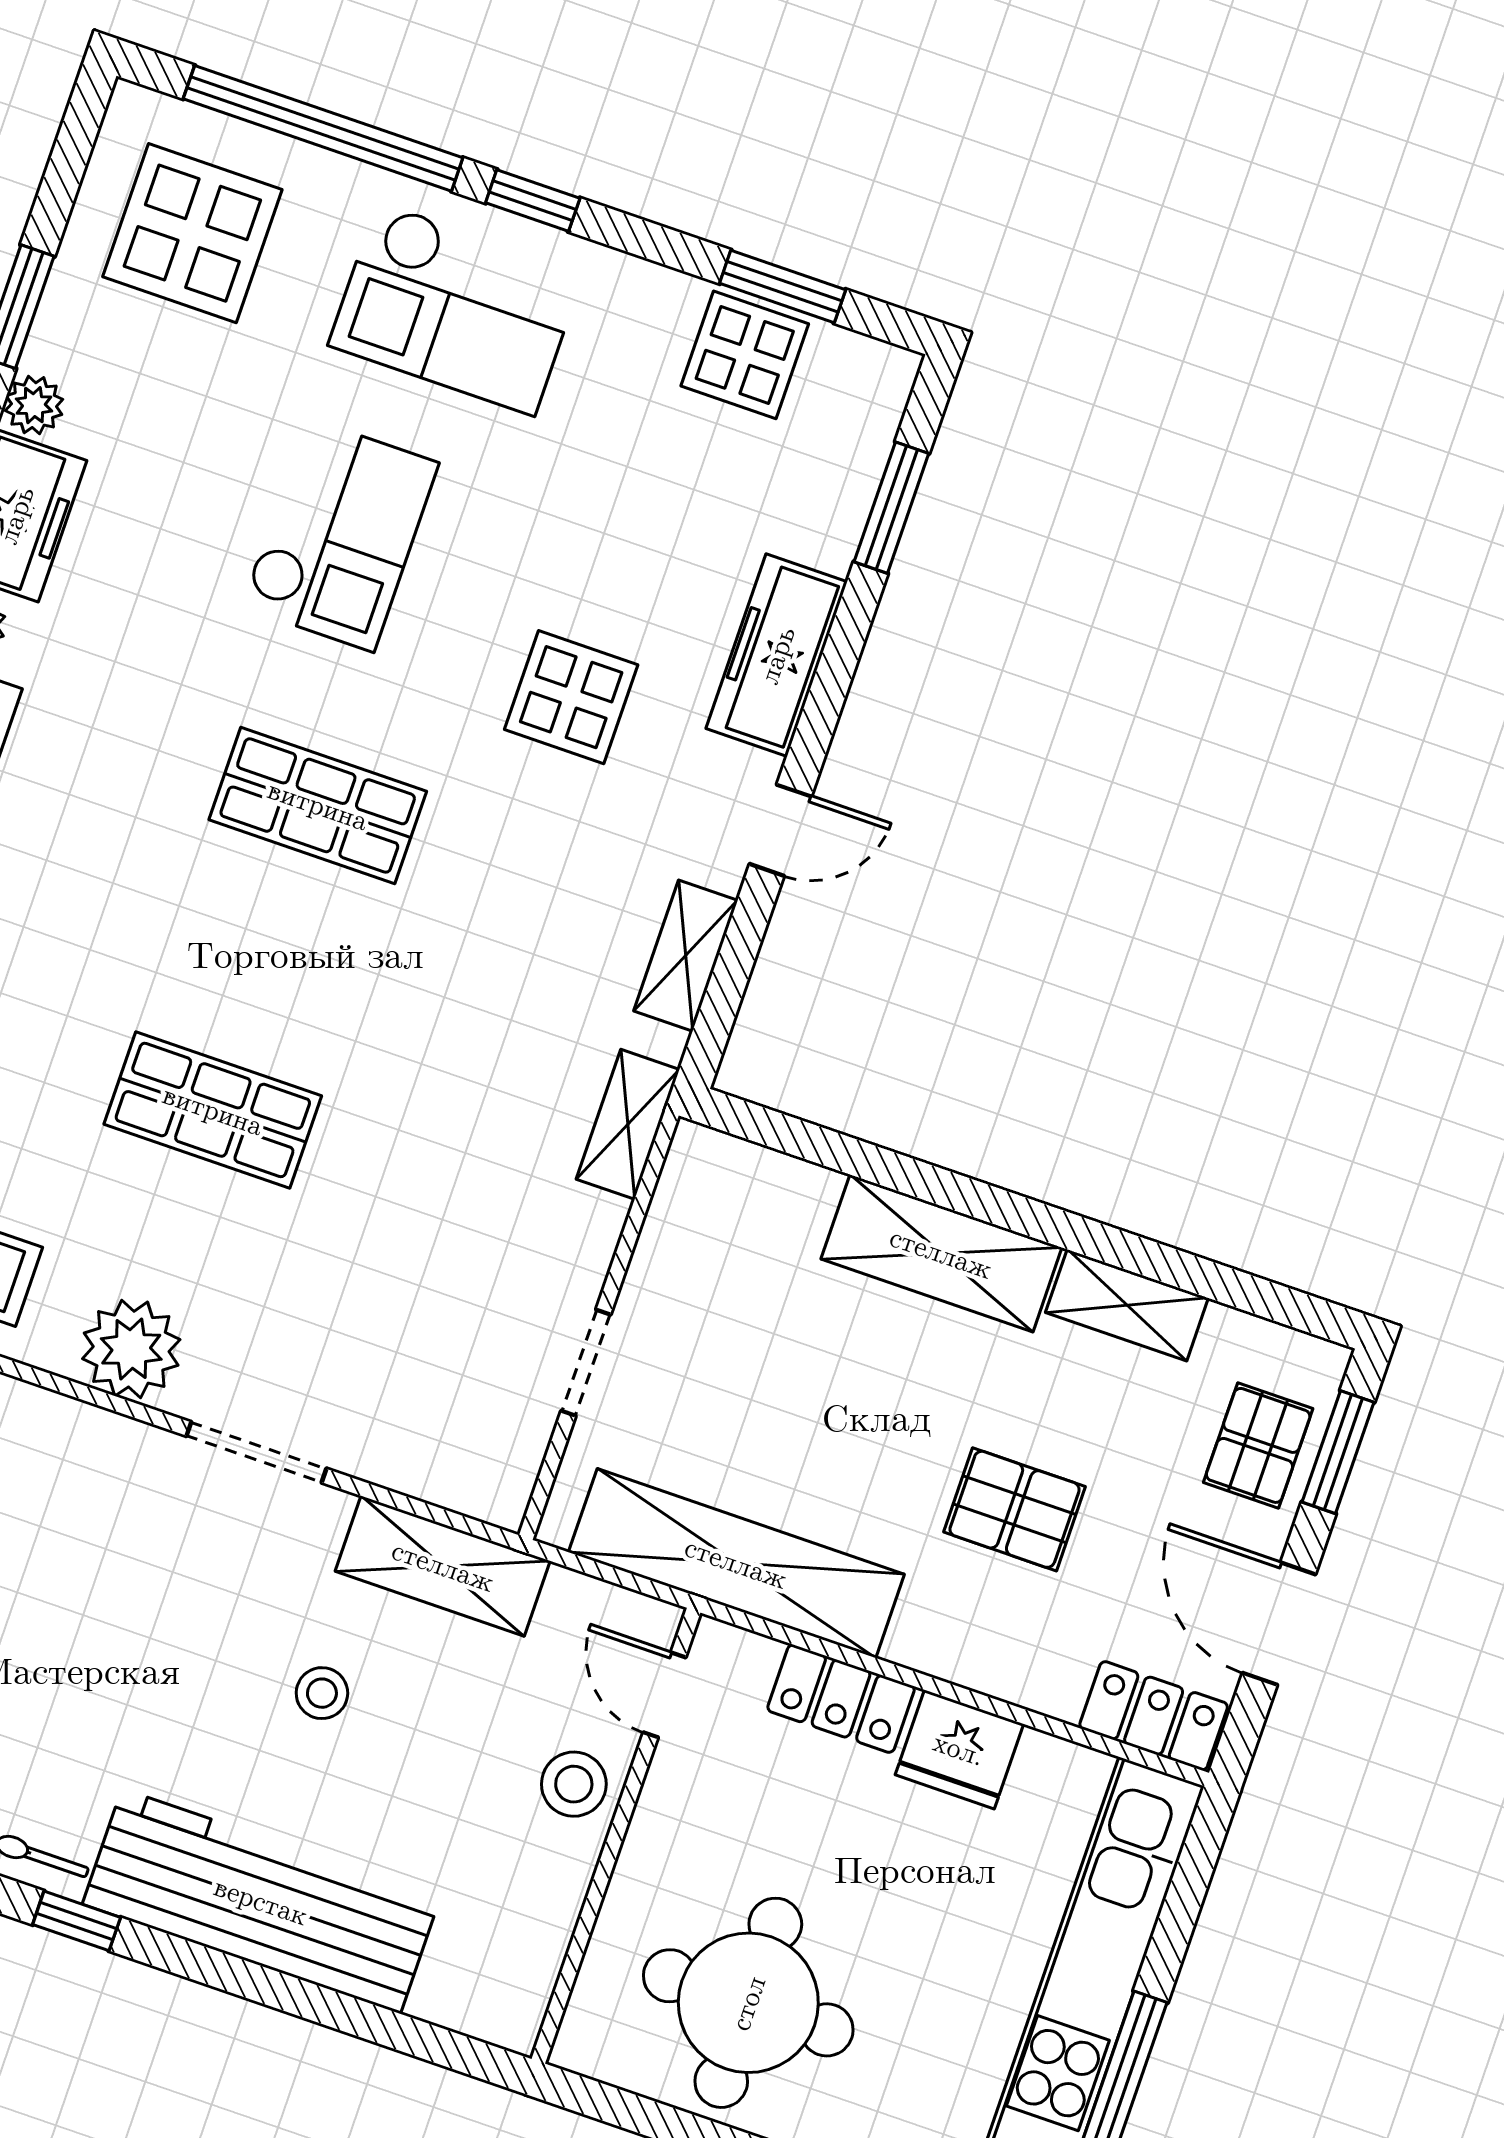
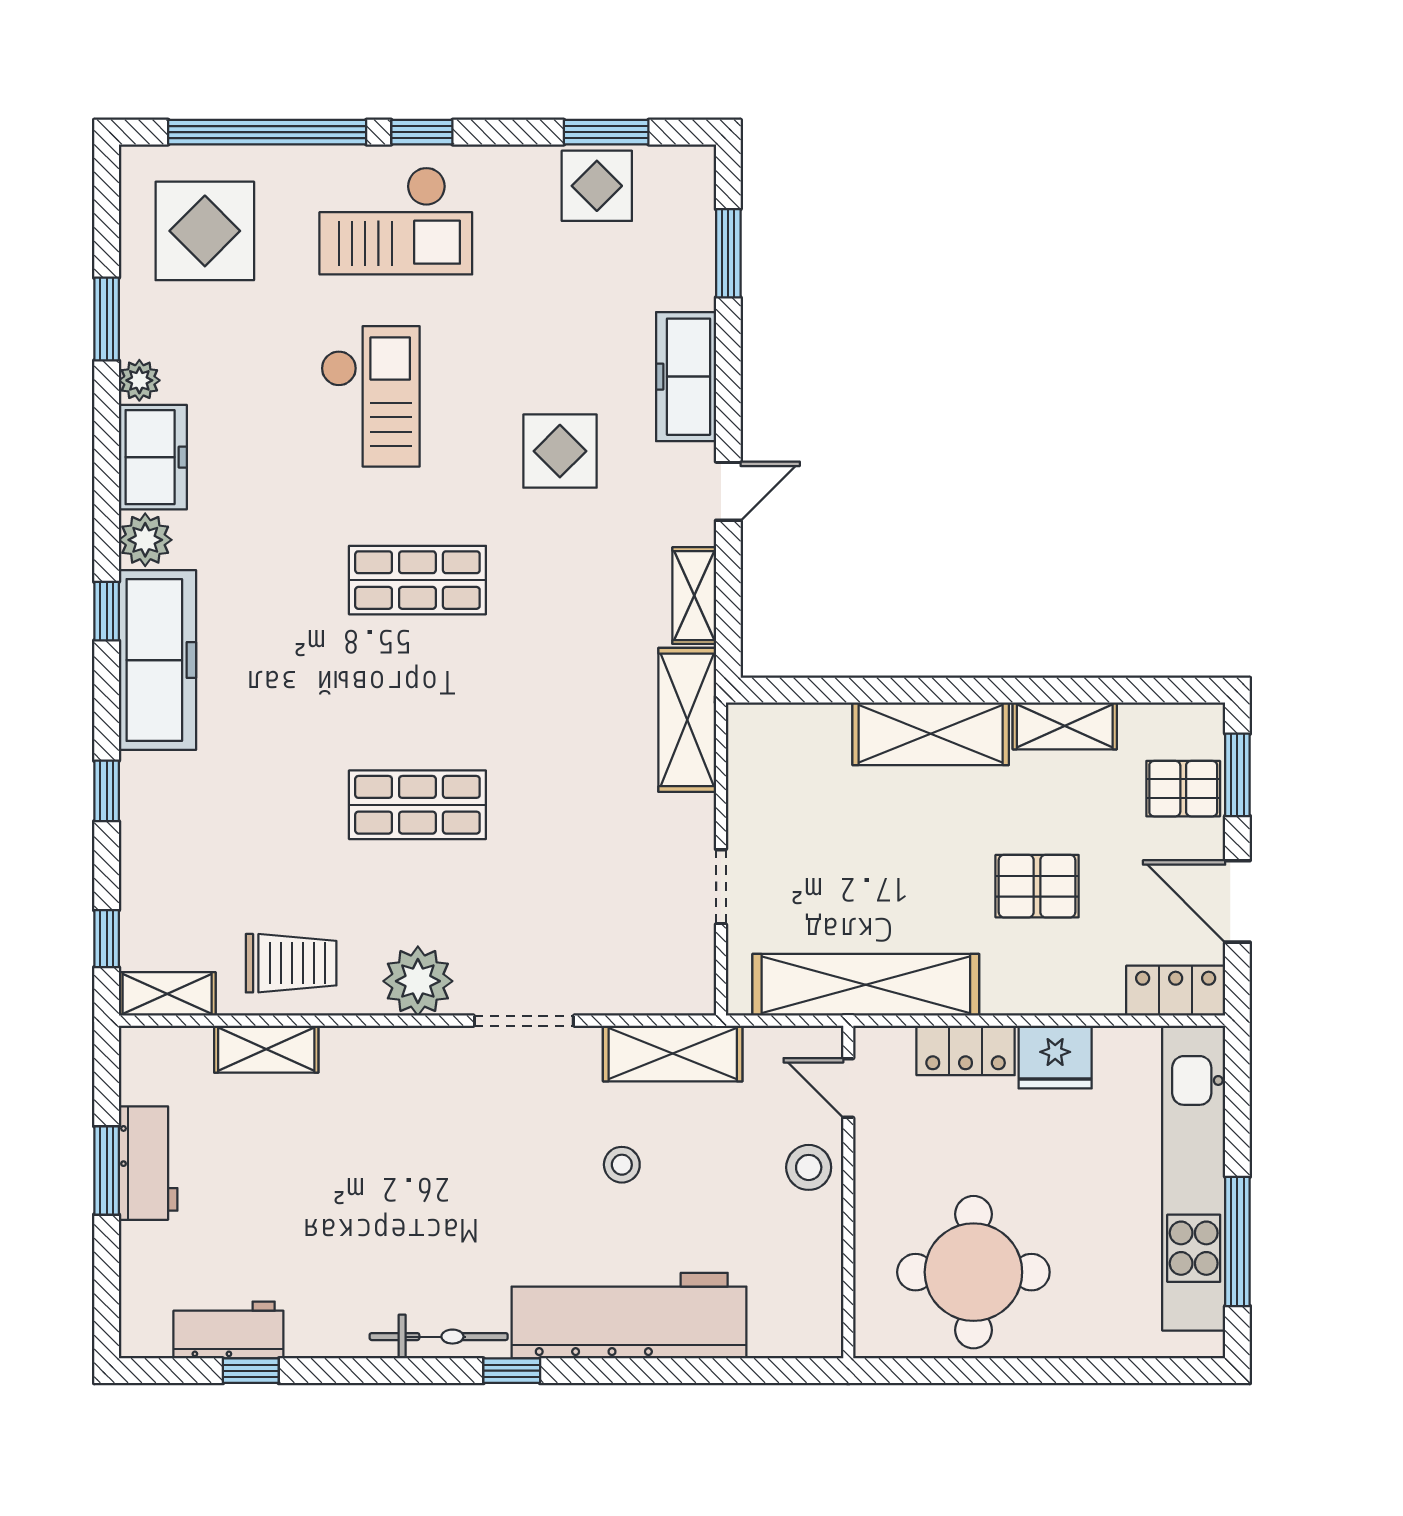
shelving: (628, 1124) -> (687, 720), width x1.50, depth x1.33
pallet: (1258, 1445) -> (1183, 789), turned 90

